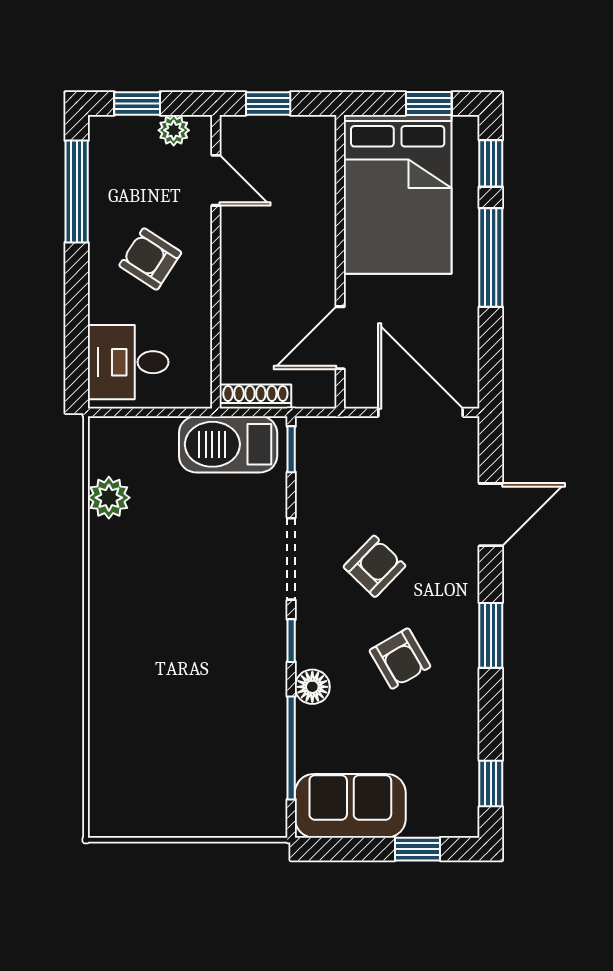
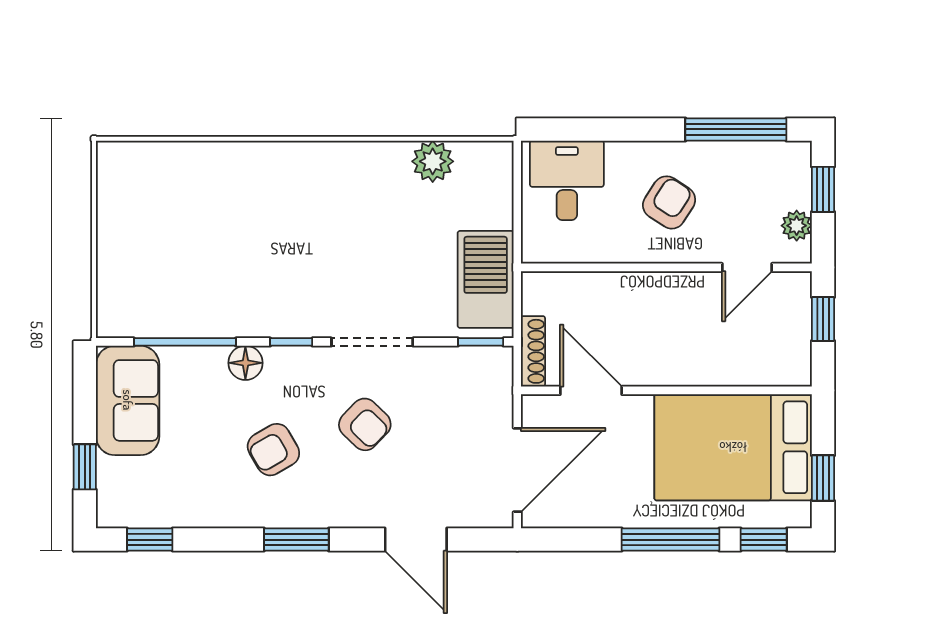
shoe rack: (255, 396) -> (533, 351), moved

